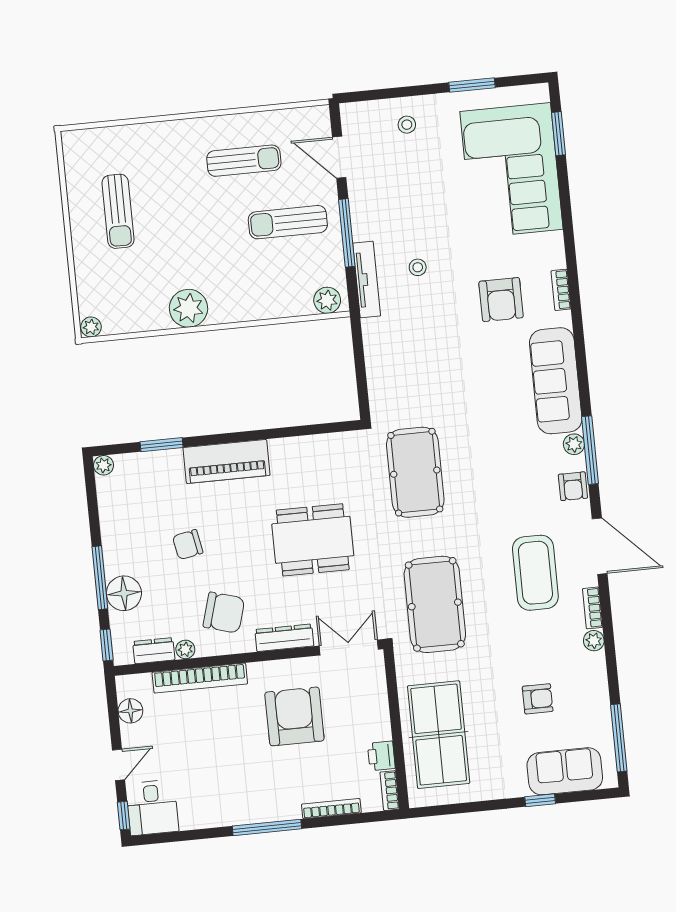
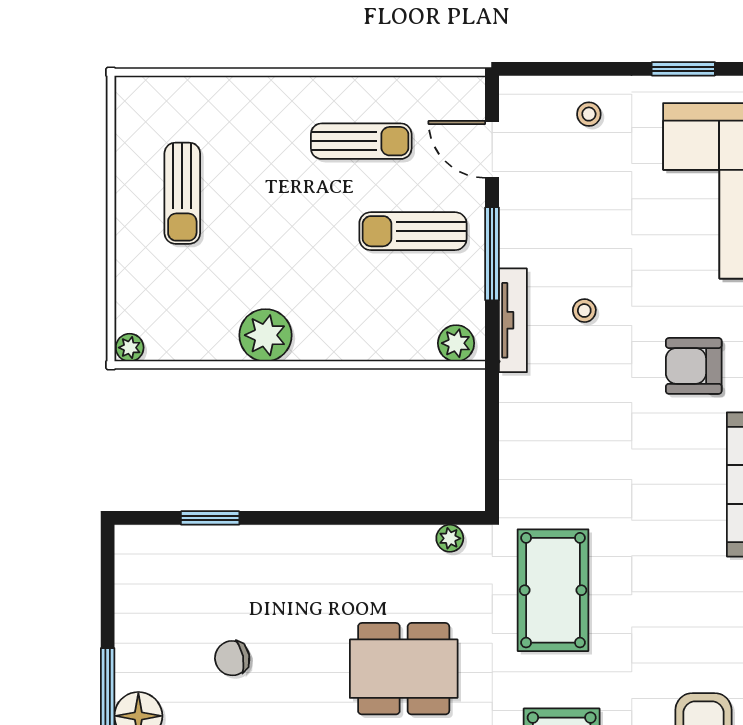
armchair: (501, 300) -> (694, 366), turned 90
piano: (226, 461) -> (296, 550), removed
plant: (104, 465) -> (450, 538), moved

